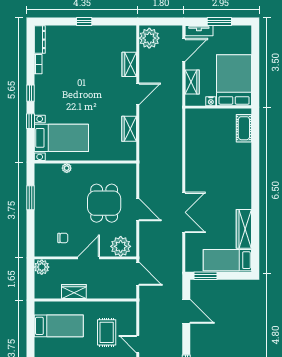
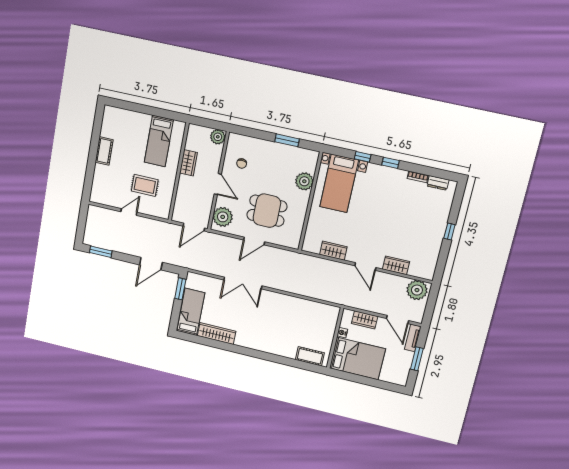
dresser: (40, 40) -> (438, 183), width x0.70
plant: (67, 168) -> (304, 181), width x1.87, depth x1.87

